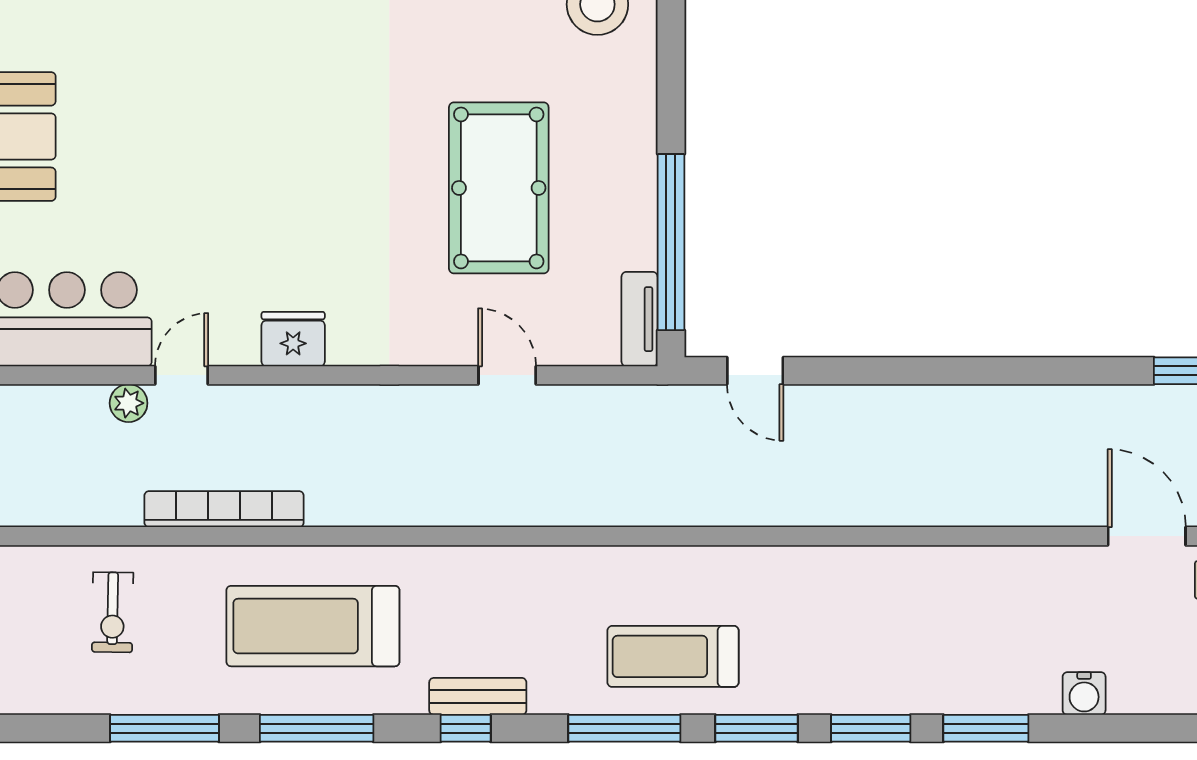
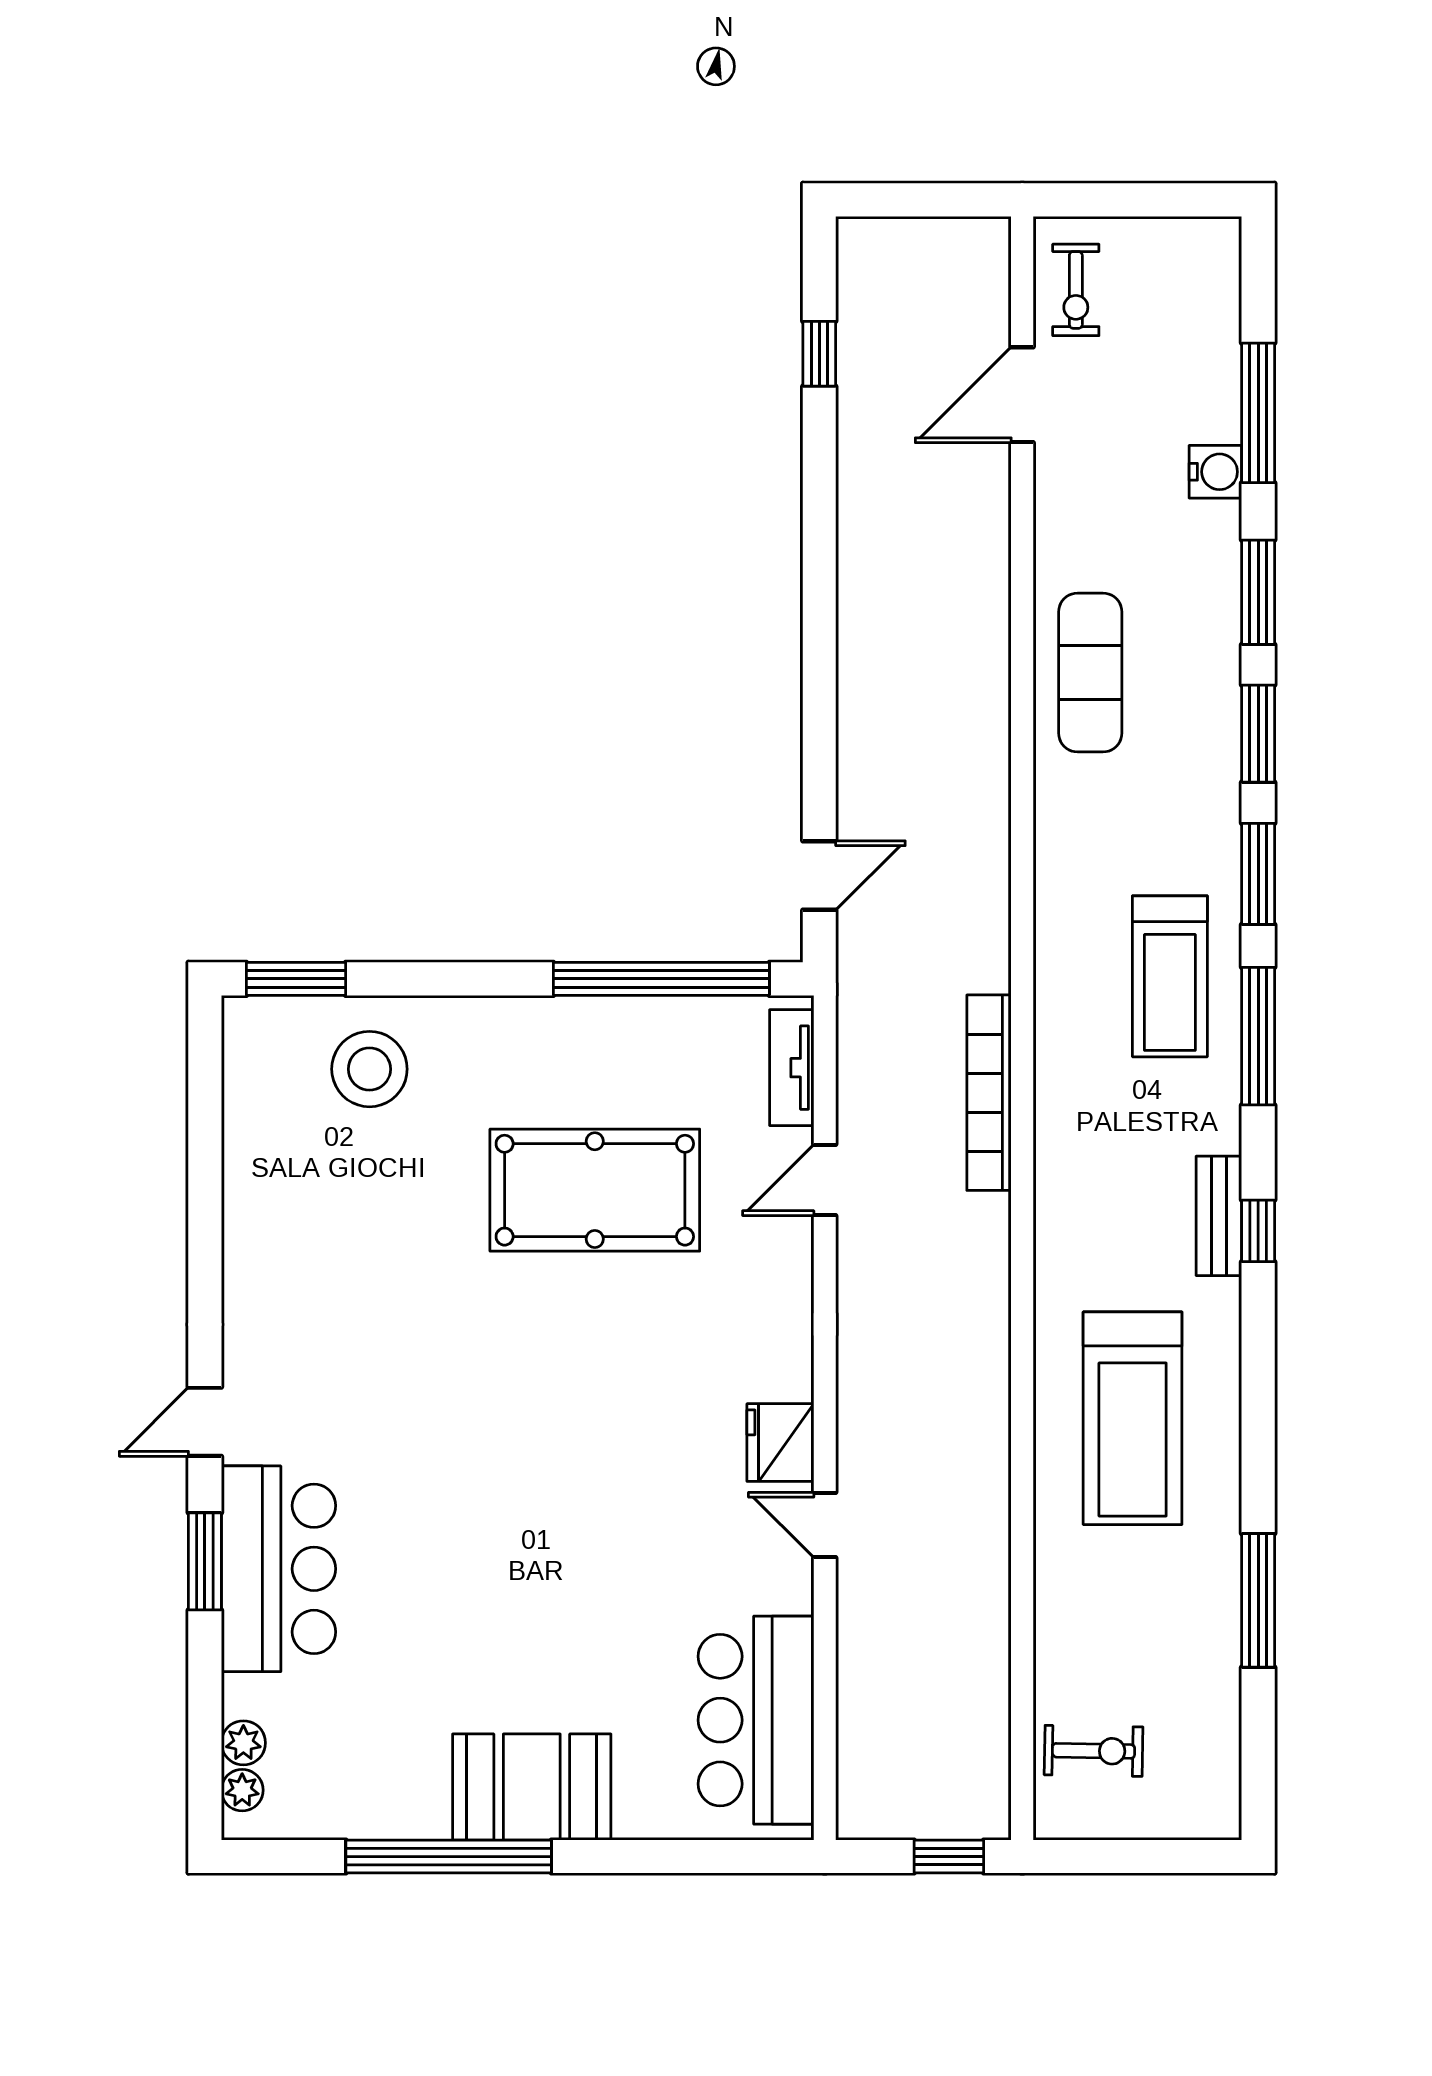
tv unit: (639, 319) -> (792, 1068), moved, turned 90
door: (182, 375) -> (825, 1525), moved
plant: (129, 403) -> (859, 1645), removed
bookcase: (224, 509) -> (989, 1093), moved
exercise mat: (921, 592) -> (1090, 673), added
exercise bike: (113, 612) -> (1094, 1751), moved
window: (317, 728) -> (1258, 413), moved

